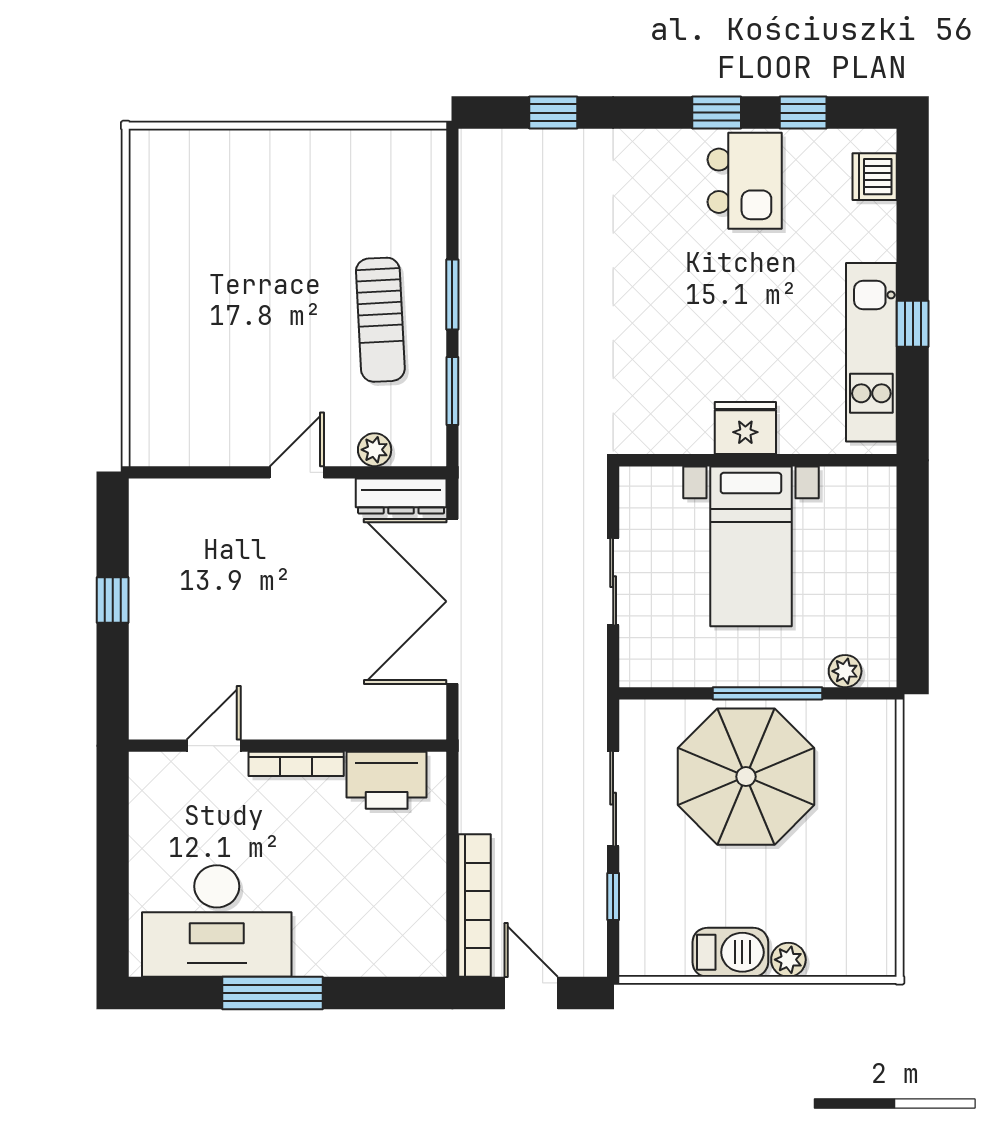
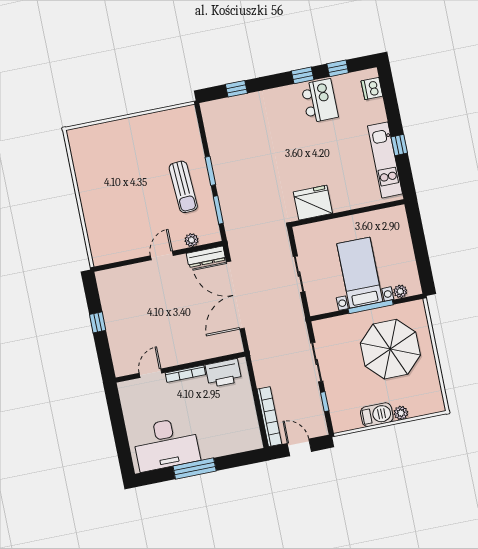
fridge: (745, 428) -> (313, 203), moved, width x1.36, depth x1.34
bed with nightstands: (751, 546) -> (360, 273), moved, turned 180
parasol: (746, 777) -> (390, 349), moved

